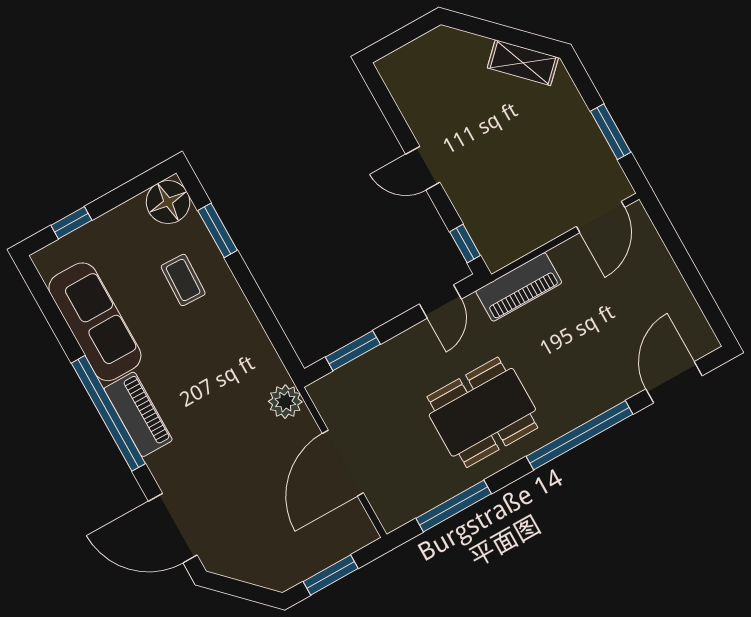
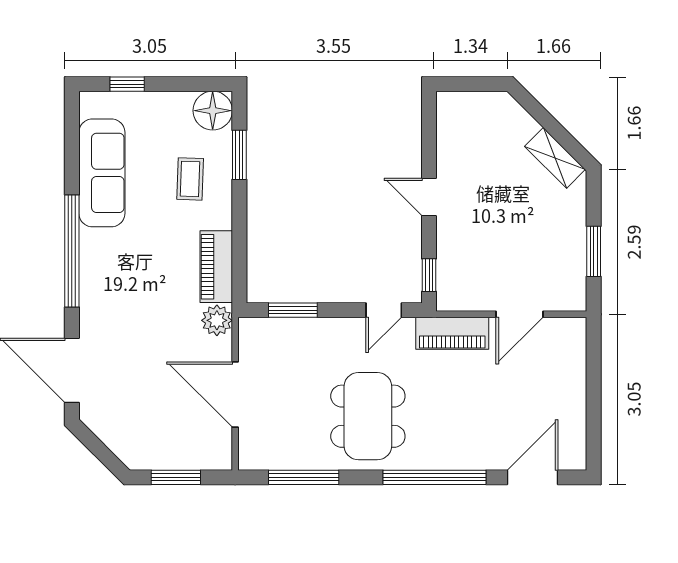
door: (601, 217) -> (520, 314), moved
dining table: (482, 412) -> (368, 416), turned 90
piano: (138, 414) -> (216, 267), moved, turned 180
door: (343, 463) -> (235, 394), hinge flipped

